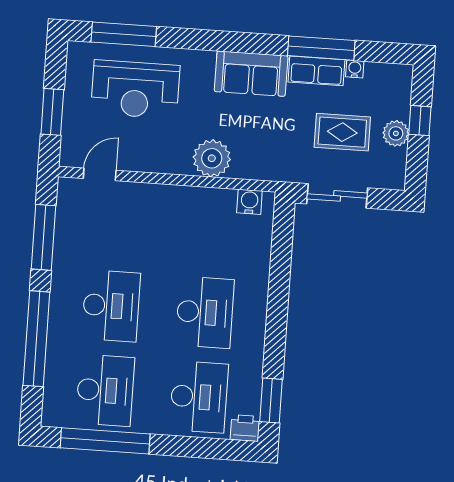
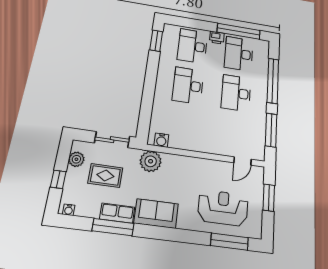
water cooler: (355, 69) -> (69, 210), moved
plant: (396, 133) -> (76, 159), moved
plant: (212, 158) -> (151, 161), moved
printer: (245, 428) -> (217, 38), moved

